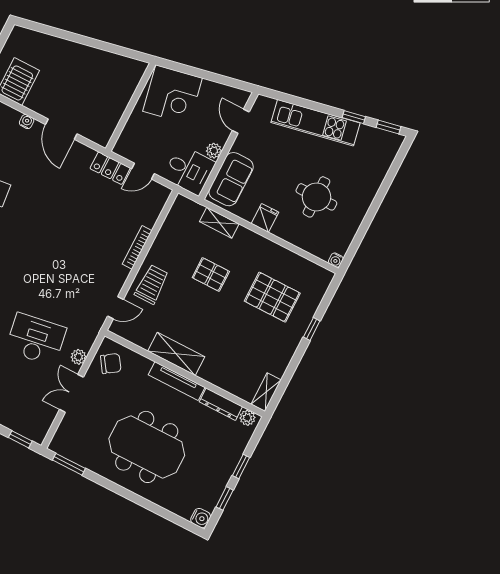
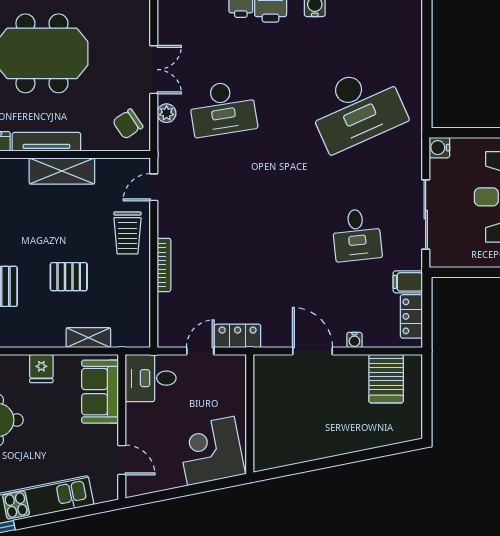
plant: (214, 151) -> (135, 413), removed

